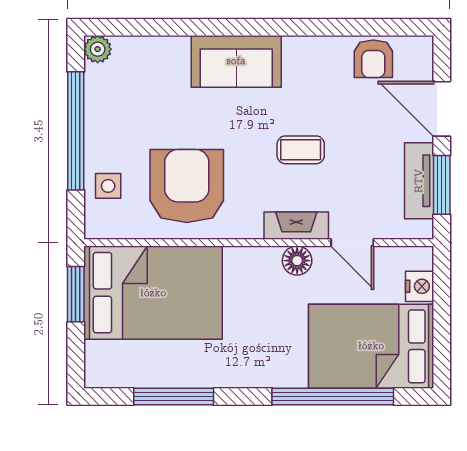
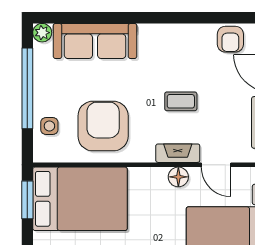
sofa: (236, 61) -> (95, 41), moved, width x1.36

